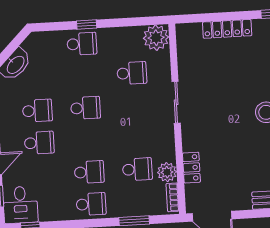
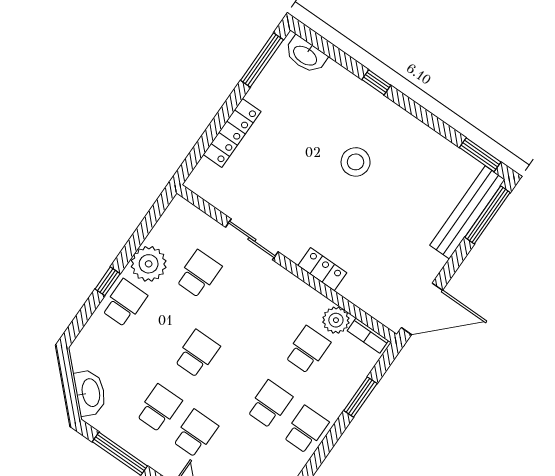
plant: (156, 38) -> (149, 264), moved
sliding door: (176, 102) -> (252, 239), moved
locker: (191, 168) -> (322, 269), moved

